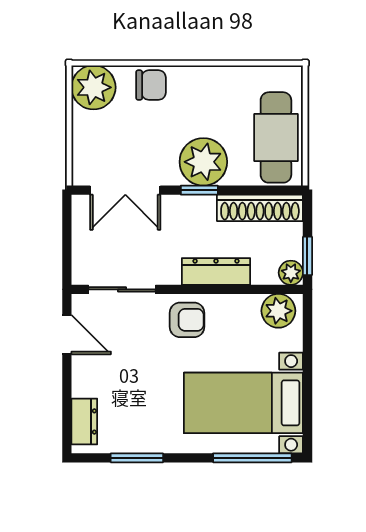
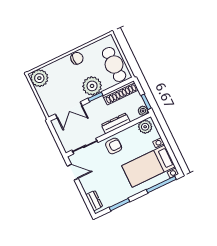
chair: (151, 85) -> (77, 58), moved

